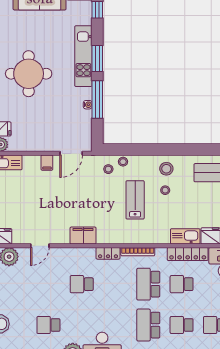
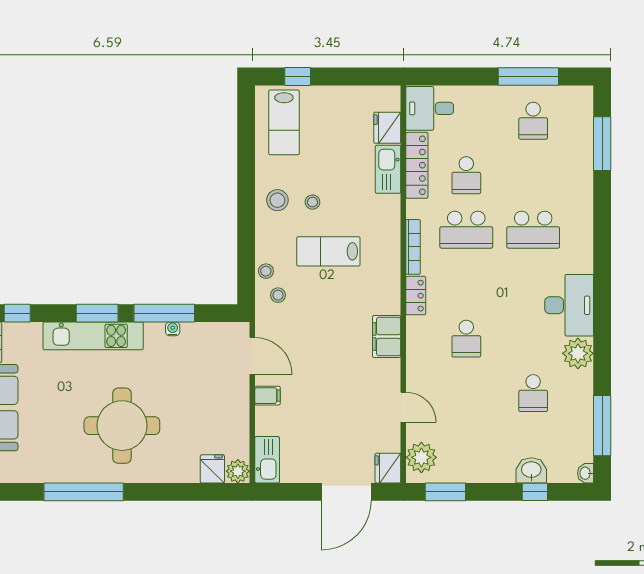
school desk: (182, 325) -> (533, 175), removed

